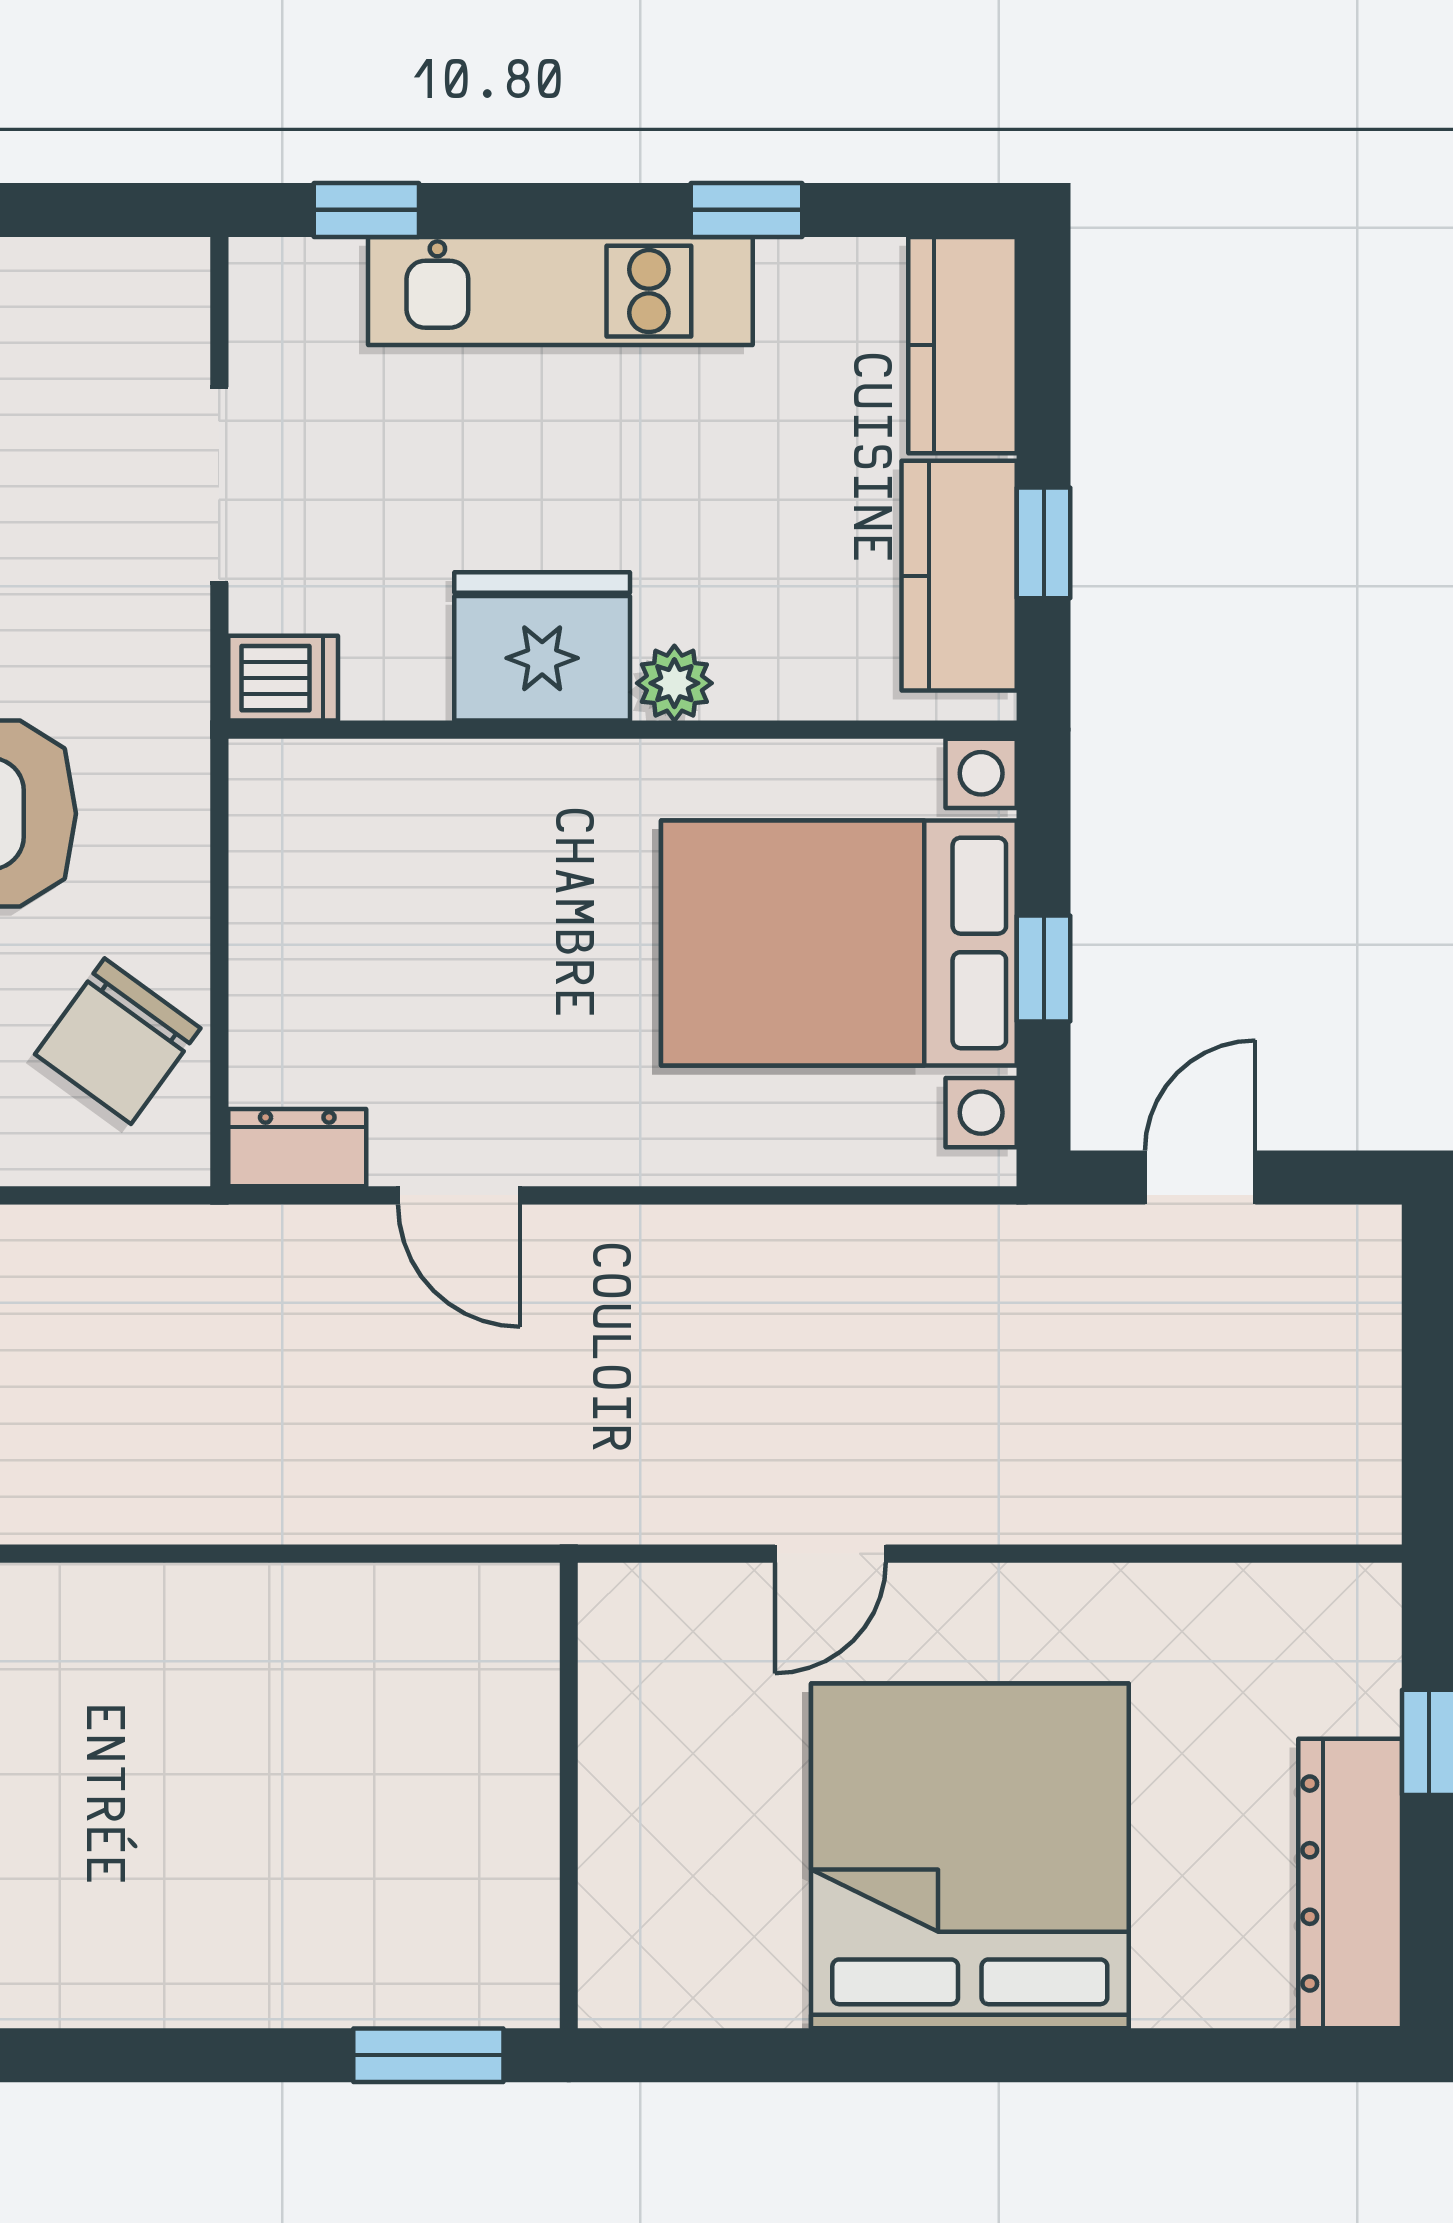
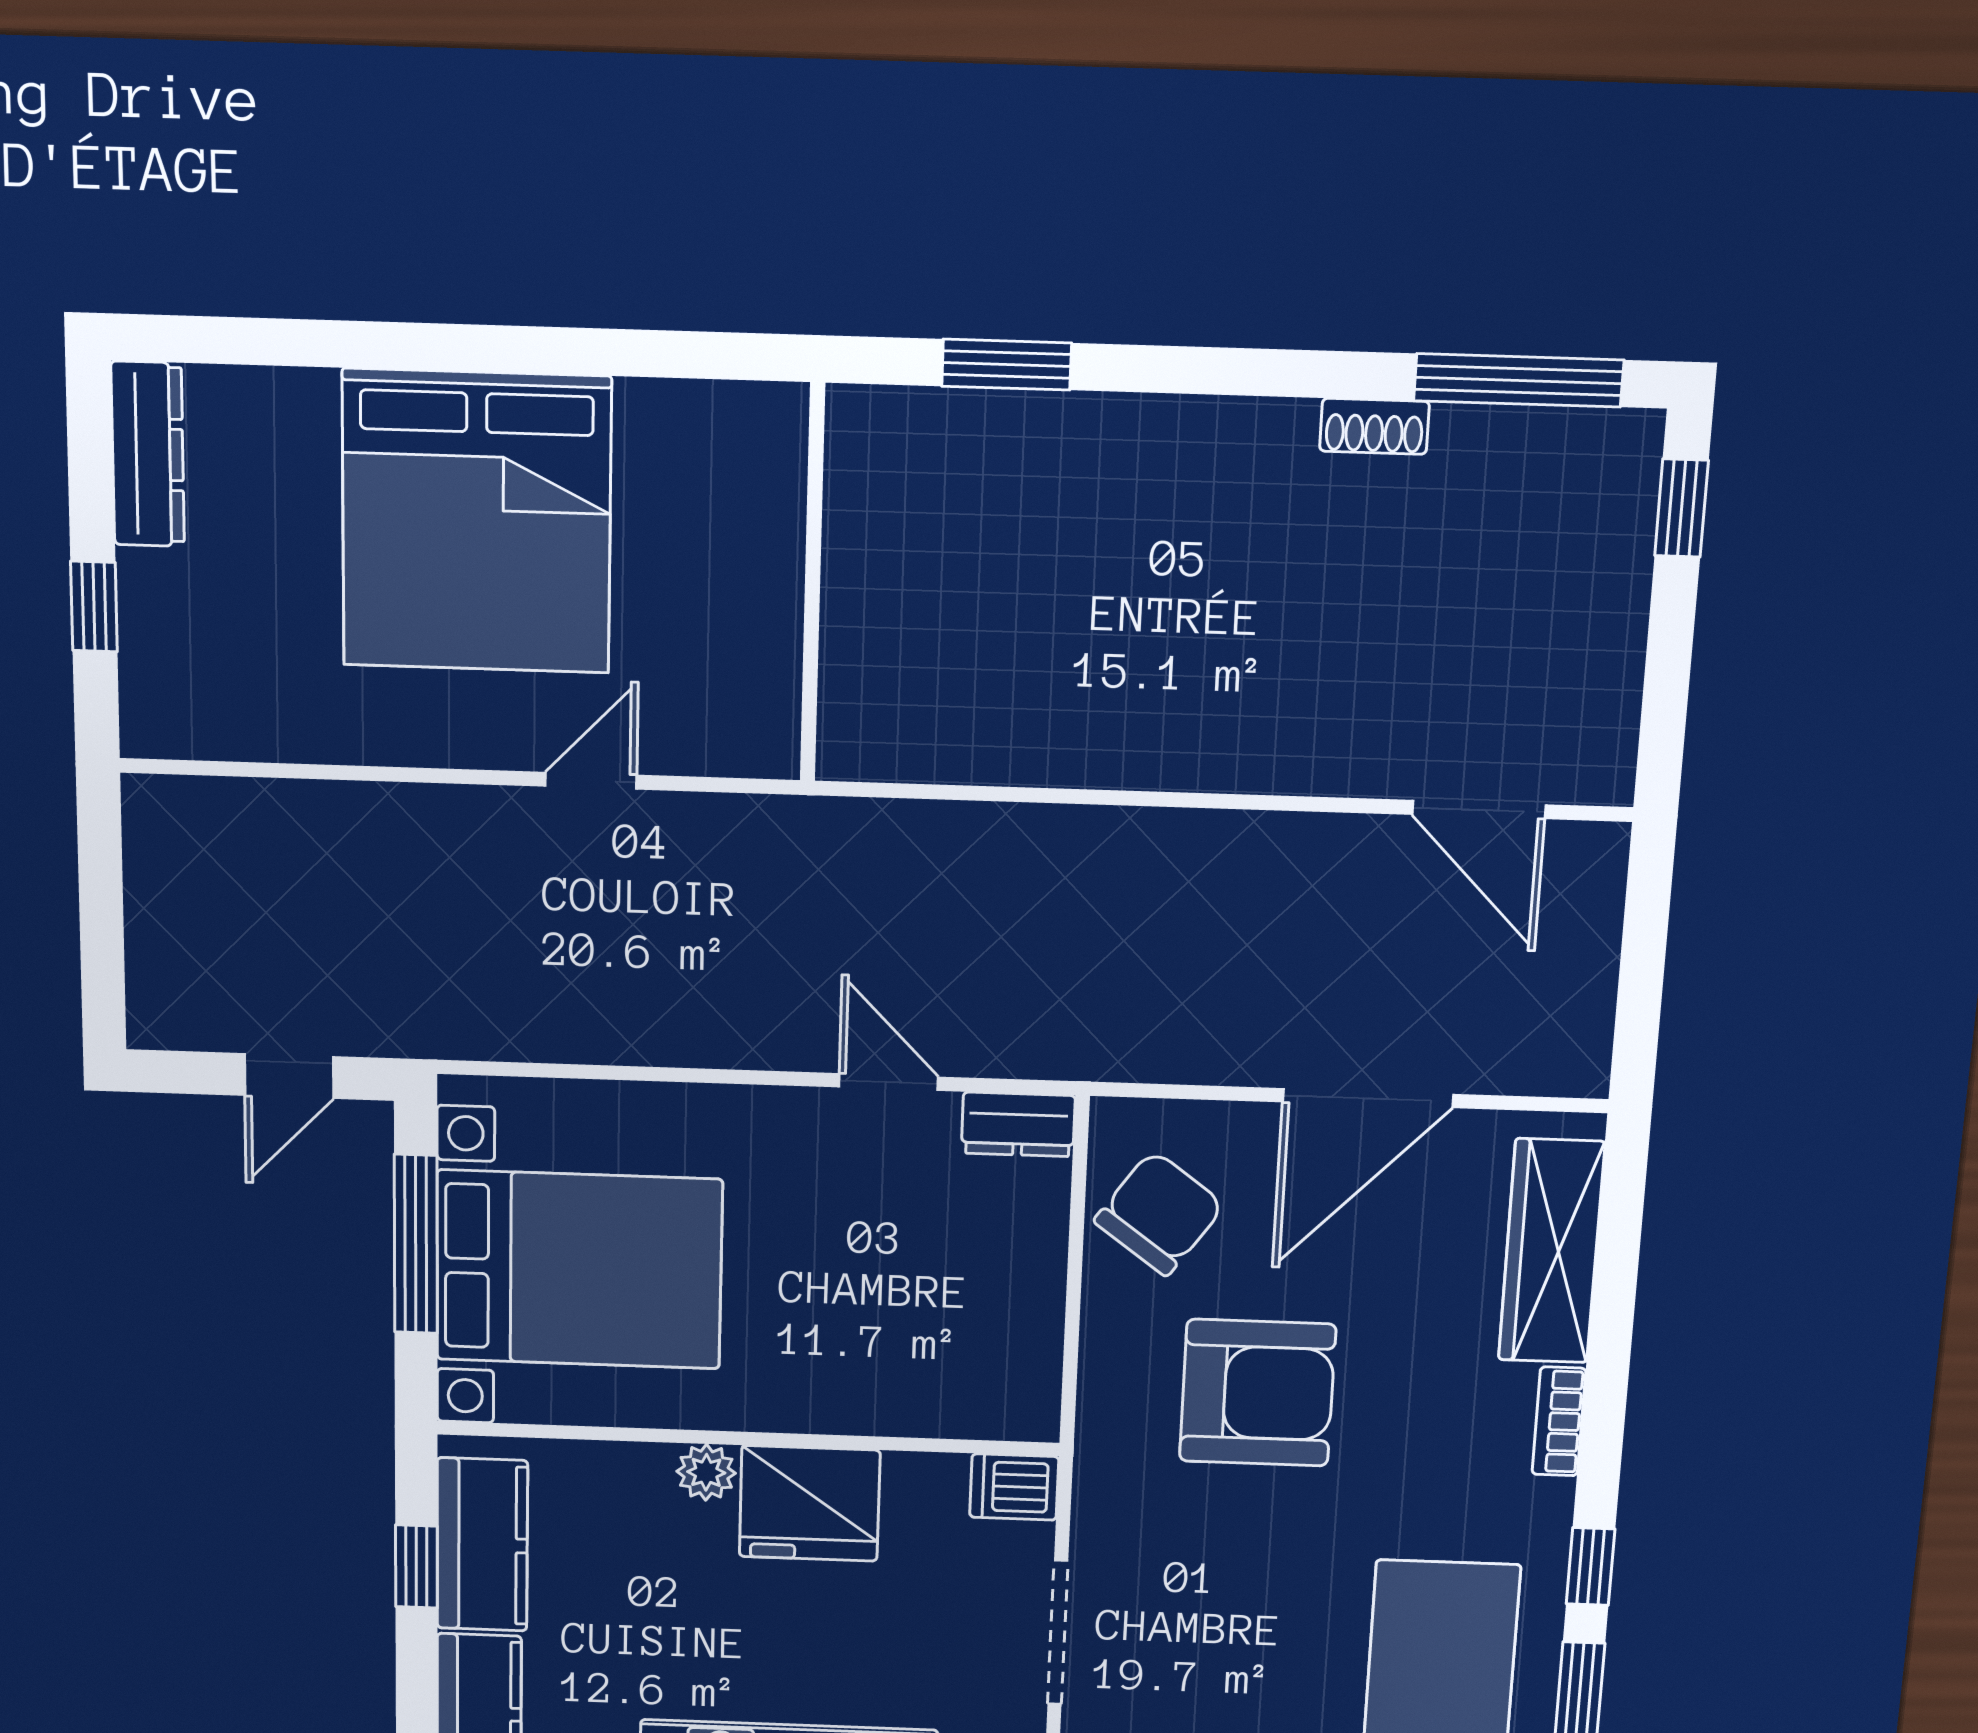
window: (1044, 969) -> (416, 1244), width x2.17
dresser: (1350, 1884) -> (148, 454), width x0.73, depth x0.80
window: (428, 2055) -> (1007, 365), moved

